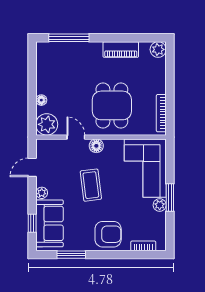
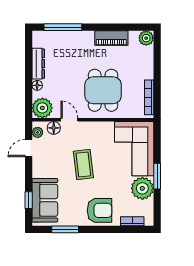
dresser: (42, 77) -> (38, 64), added
floor lamp: (96, 146) -> (54, 128), moved
plant: (42, 193) -> (38, 132), moved
plant: (160, 205) -> (142, 188), width x1.87, depth x1.87

